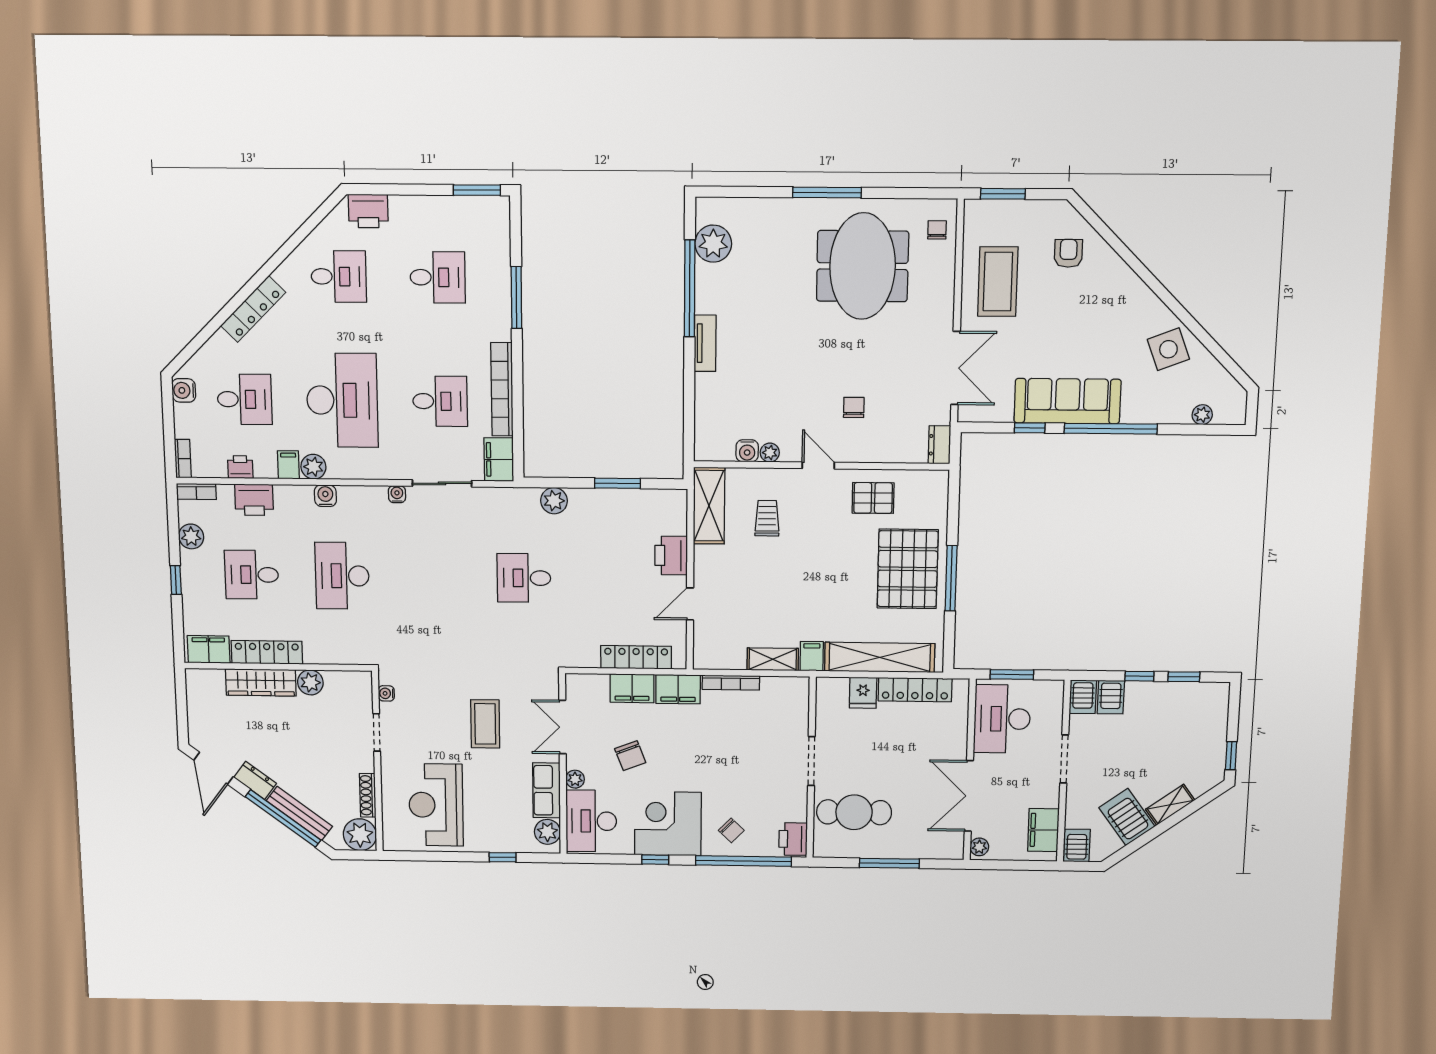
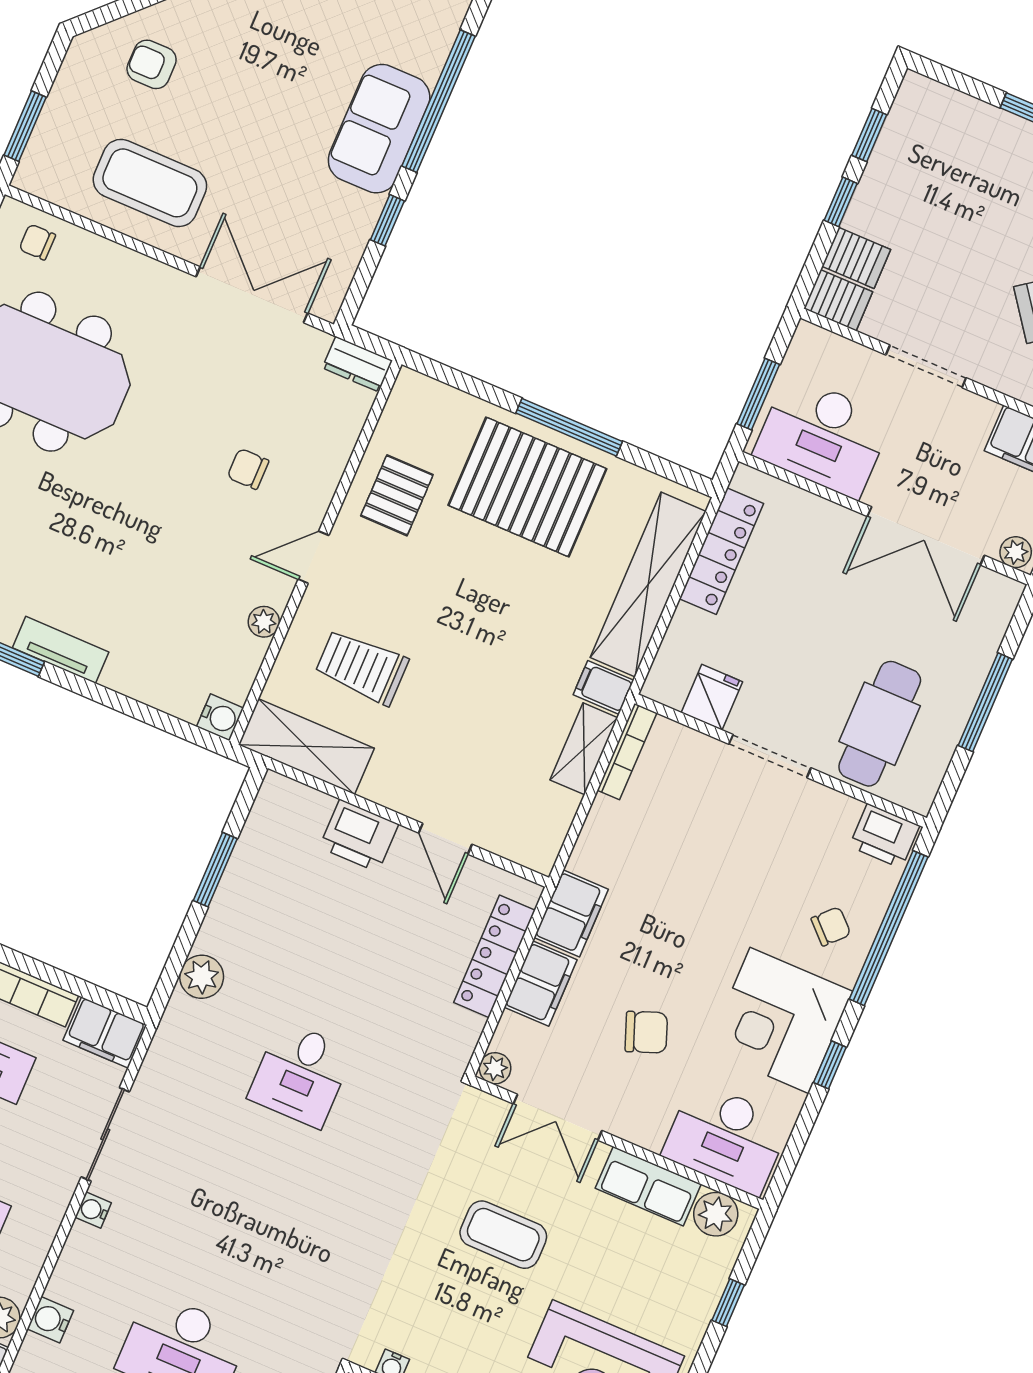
sofa: (1067, 401) -> (379, 129), width x0.73
water cooler: (747, 451) -> (220, 717), moved
trolley: (767, 518) -> (362, 667), width x1.36, depth x1.39
bookcase: (731, 683) -> (627, 752), moved
fridge: (863, 693) -> (712, 697), moved, turned -90
plant: (575, 779) -> (495, 1068), moved

